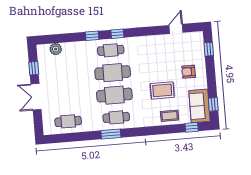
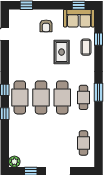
plant: (56, 49) -> (14, 162), moved
cafe table: (111, 50) -> (20, 97), width x1.37, depth x1.35
window: (192, 127) -> (99, 39), moved
window: (111, 134) -> (99, 92), moved

